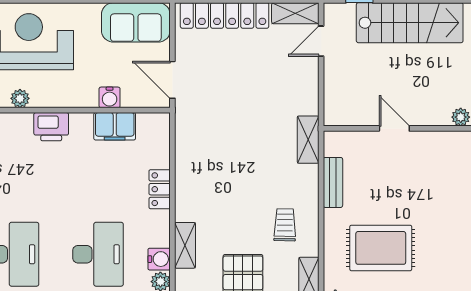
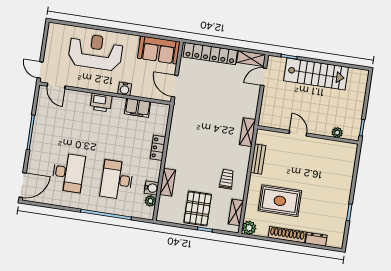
water cooler: (110, 97) -> (125, 89), moved
plant: (20, 98) -> (86, 84), removed
desk: (98, 254) -> (117, 180), turned 180

